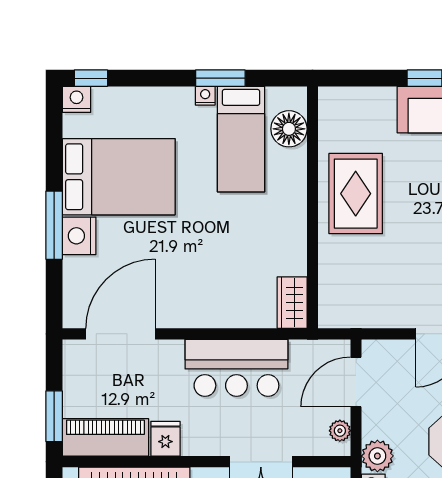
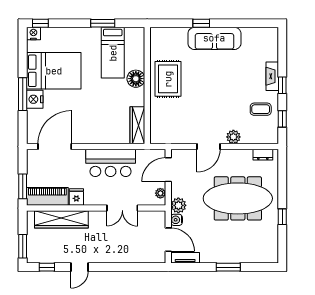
nightstand: (205, 96) -> (95, 32), removed
floor lamp: (289, 129) -> (136, 79), moved
wardrobe: (292, 303) -> (137, 125), width x1.50

